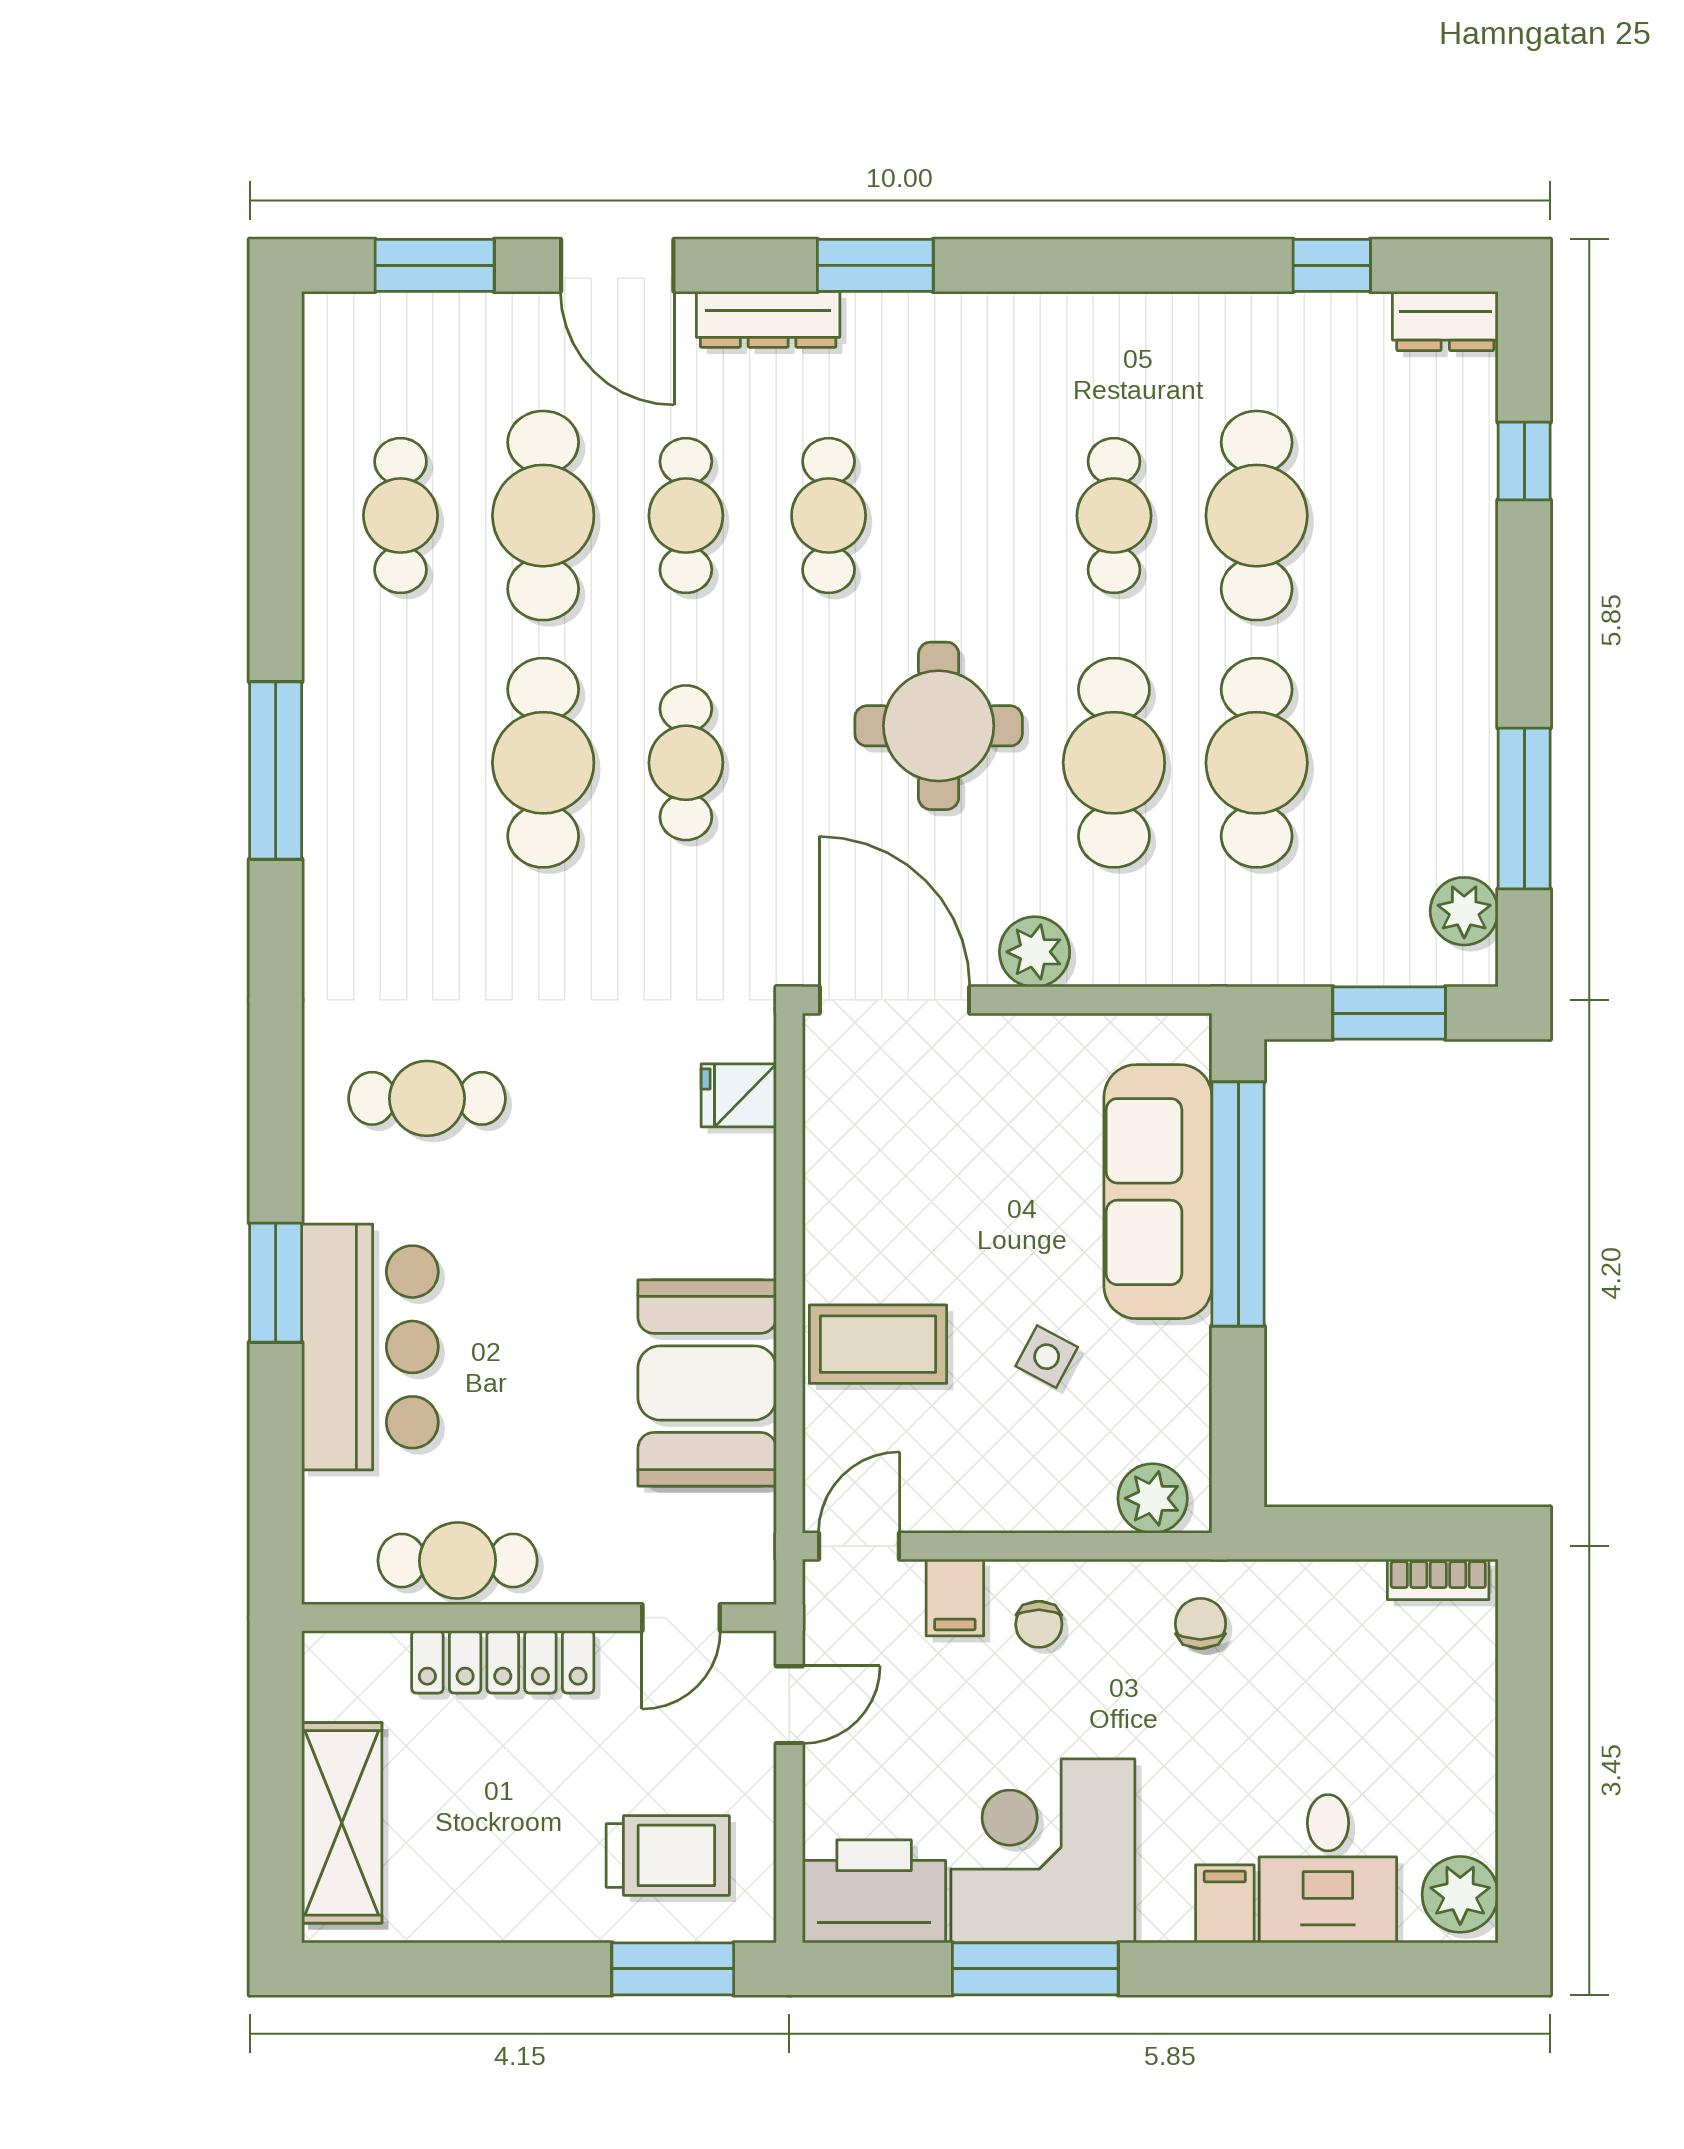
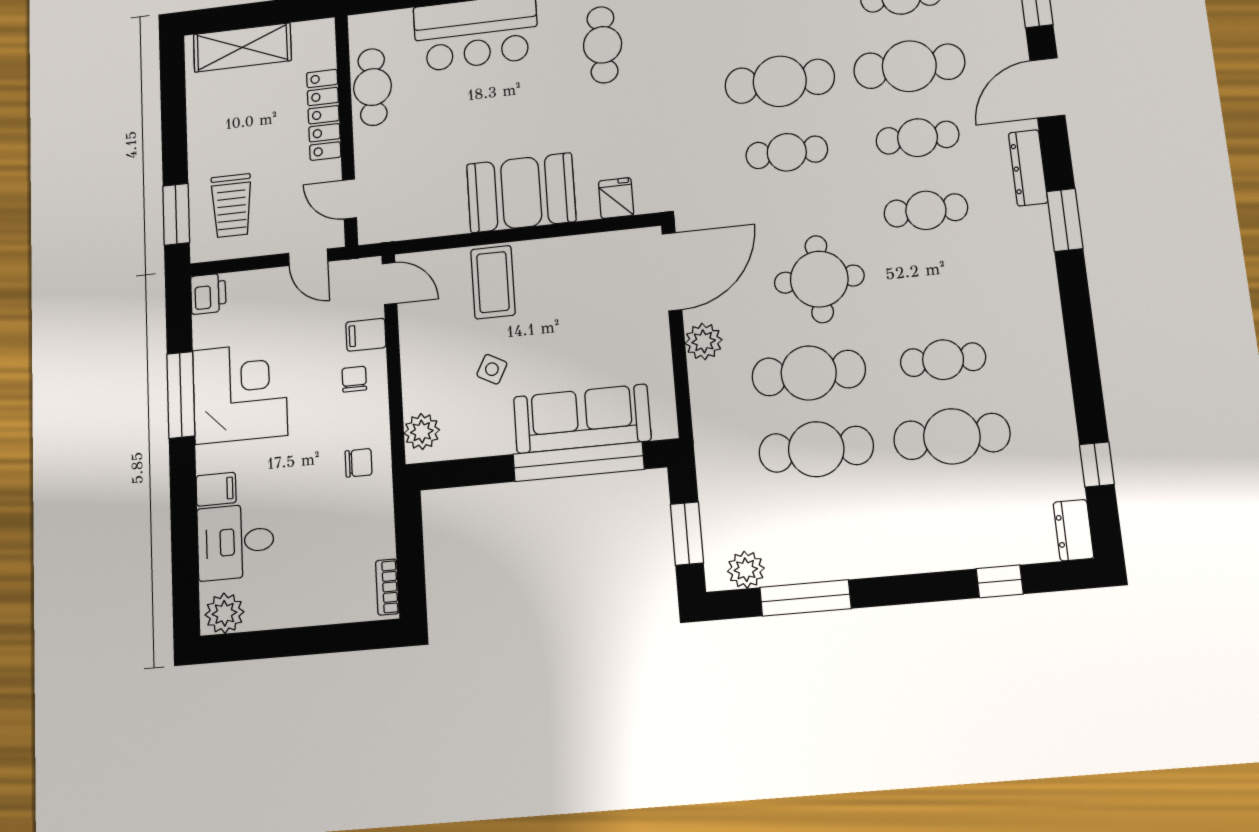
booth: (707, 1383) -> (521, 193), moved
chair: (1039, 1624) -> (354, 379), turned 90
printer: (874, 1891) -> (208, 294), width x0.53, depth x0.68

